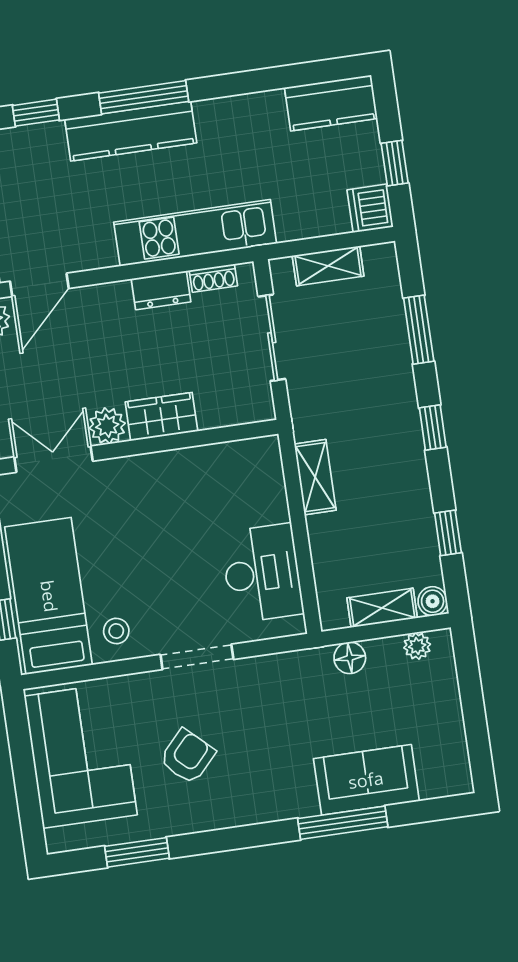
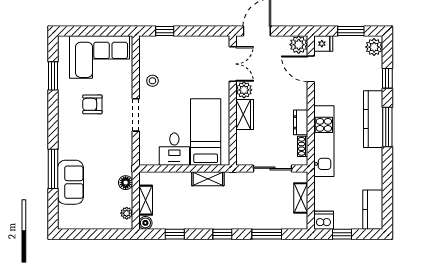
desk: (262, 573) -> (174, 149), width x0.73
bed: (49, 596) -> (206, 132), moved, turned -90
armchair: (187, 756) -> (92, 104), turned 137

